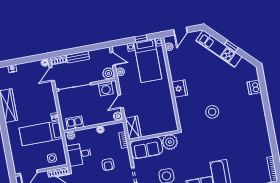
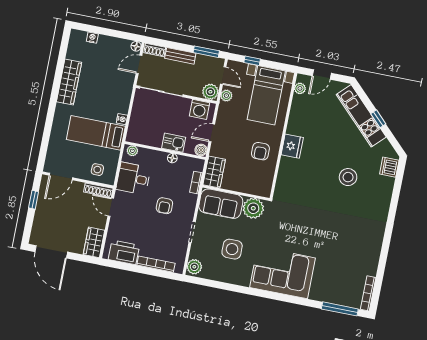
window: (141, 38) -> (252, 61), moved
window: (95, 47) -> (206, 52), added
dishwasher: (254, 87) -> (389, 167), moved
armchair: (159, 101) -> (260, 151), added
stool: (212, 112) -> (348, 177), moved
kitchen sink: (75, 123) -> (174, 143), moved

